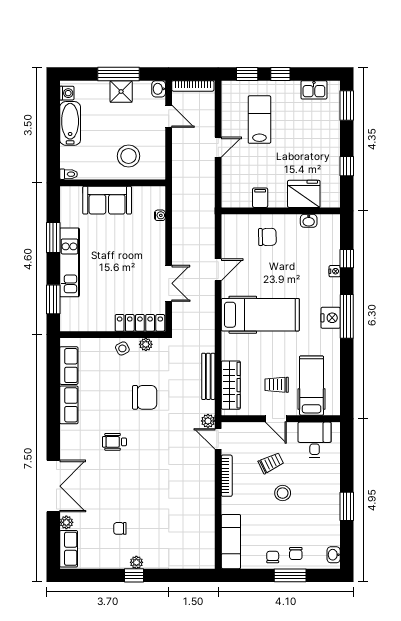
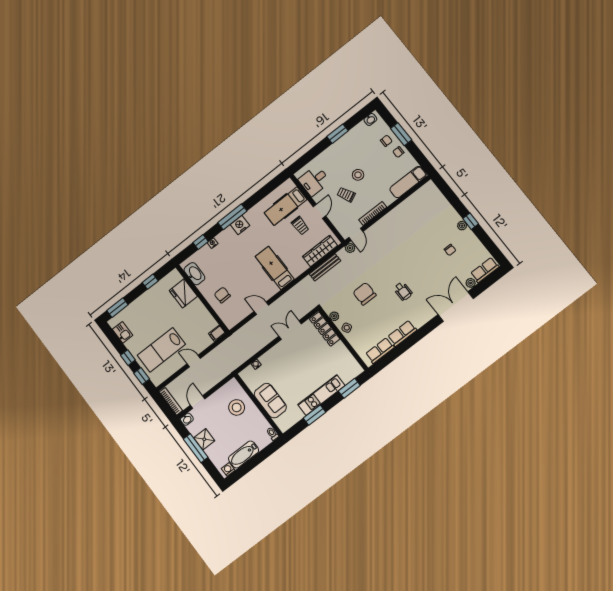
lab bench: (259, 120) -> (161, 350), width x1.36, depth x1.39
filing cabinet: (260, 198) -> (217, 333), moved
washbasin: (309, 221) -> (194, 274), width x1.91, depth x1.45
hospital bed: (260, 315) -> (275, 268), width x0.73, depth x0.78

